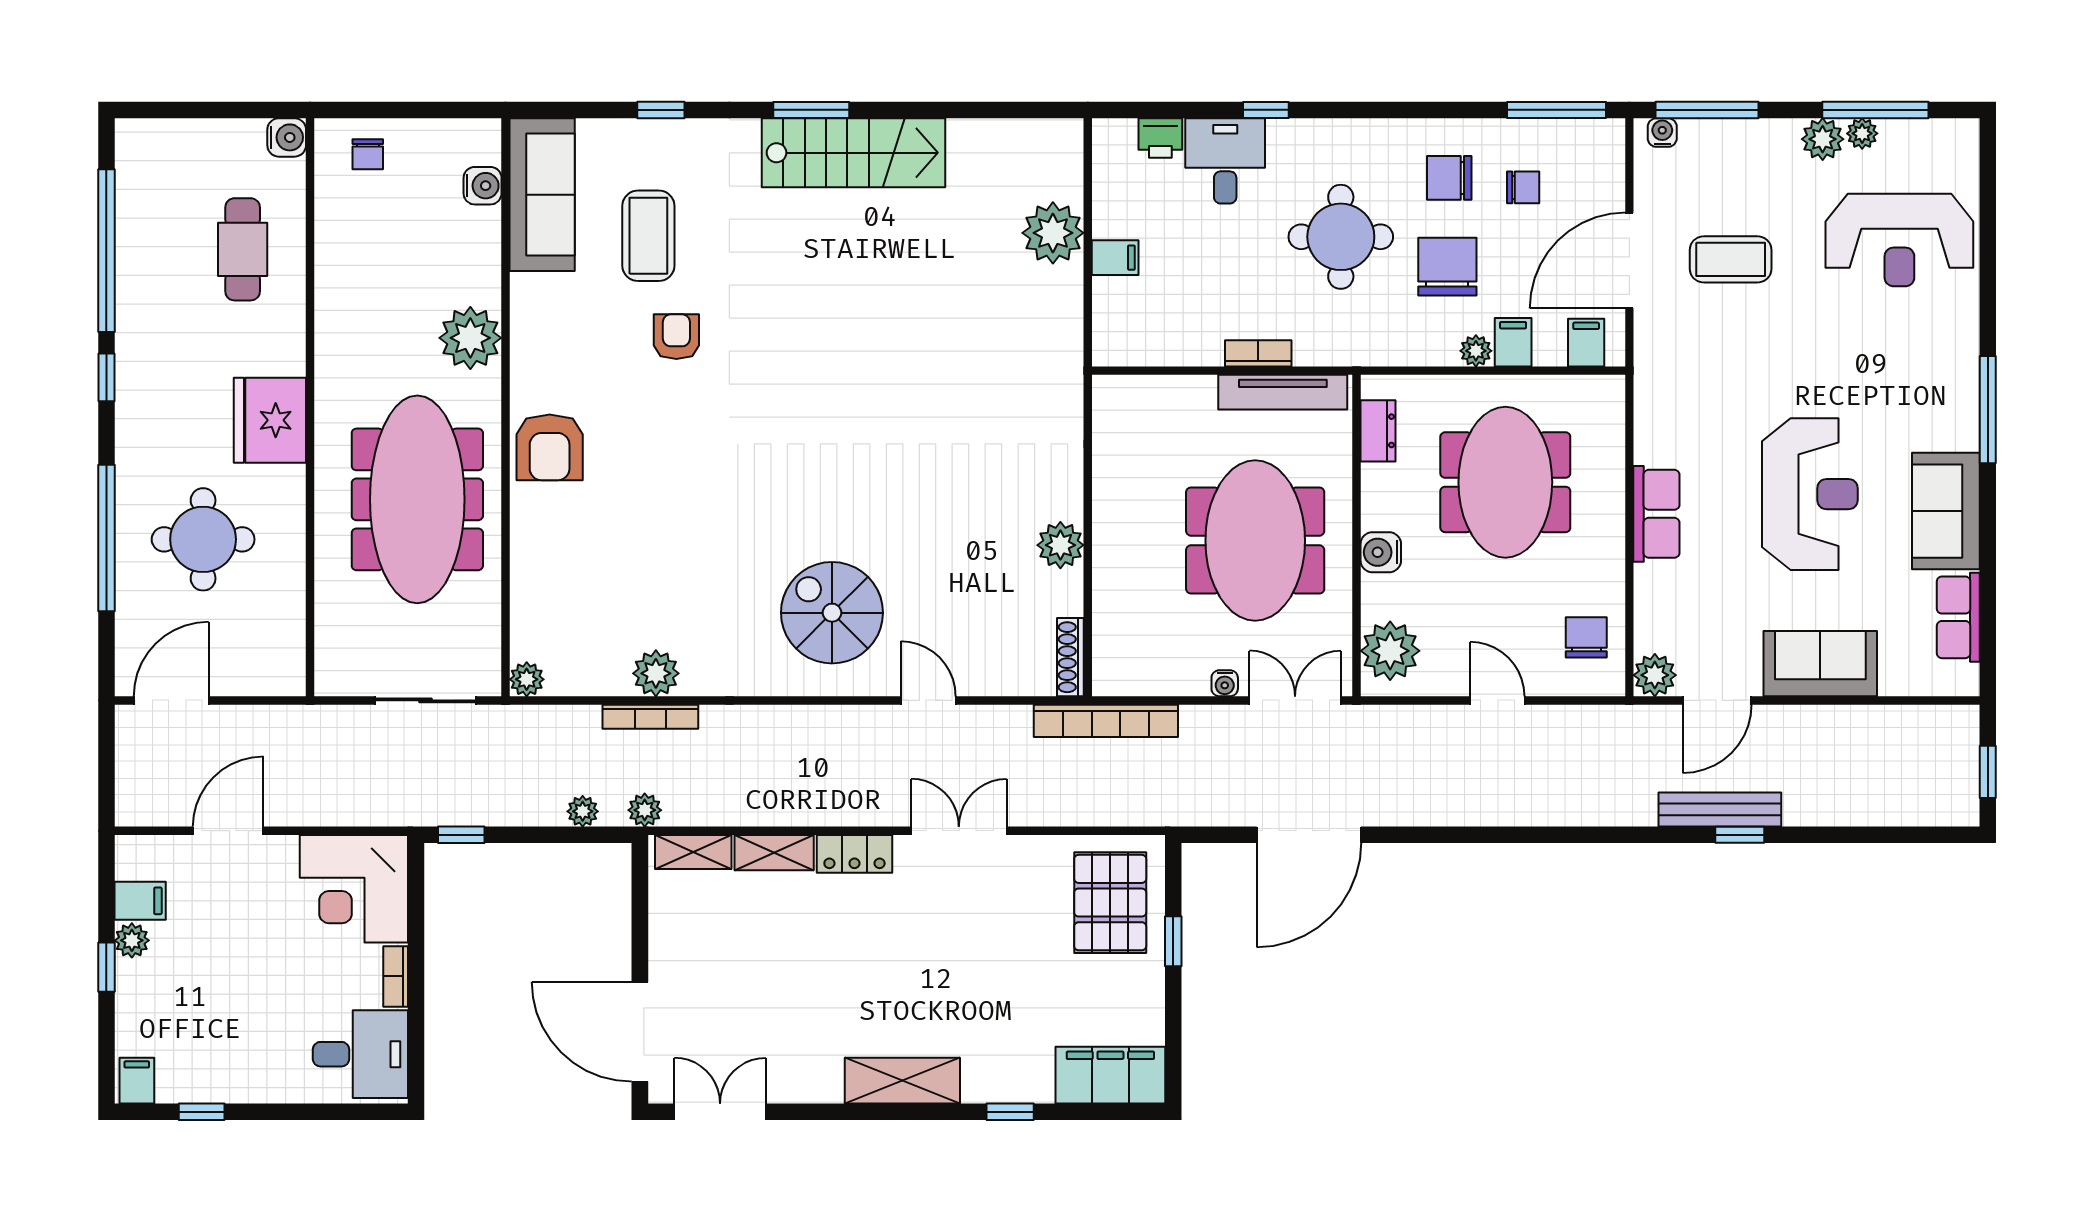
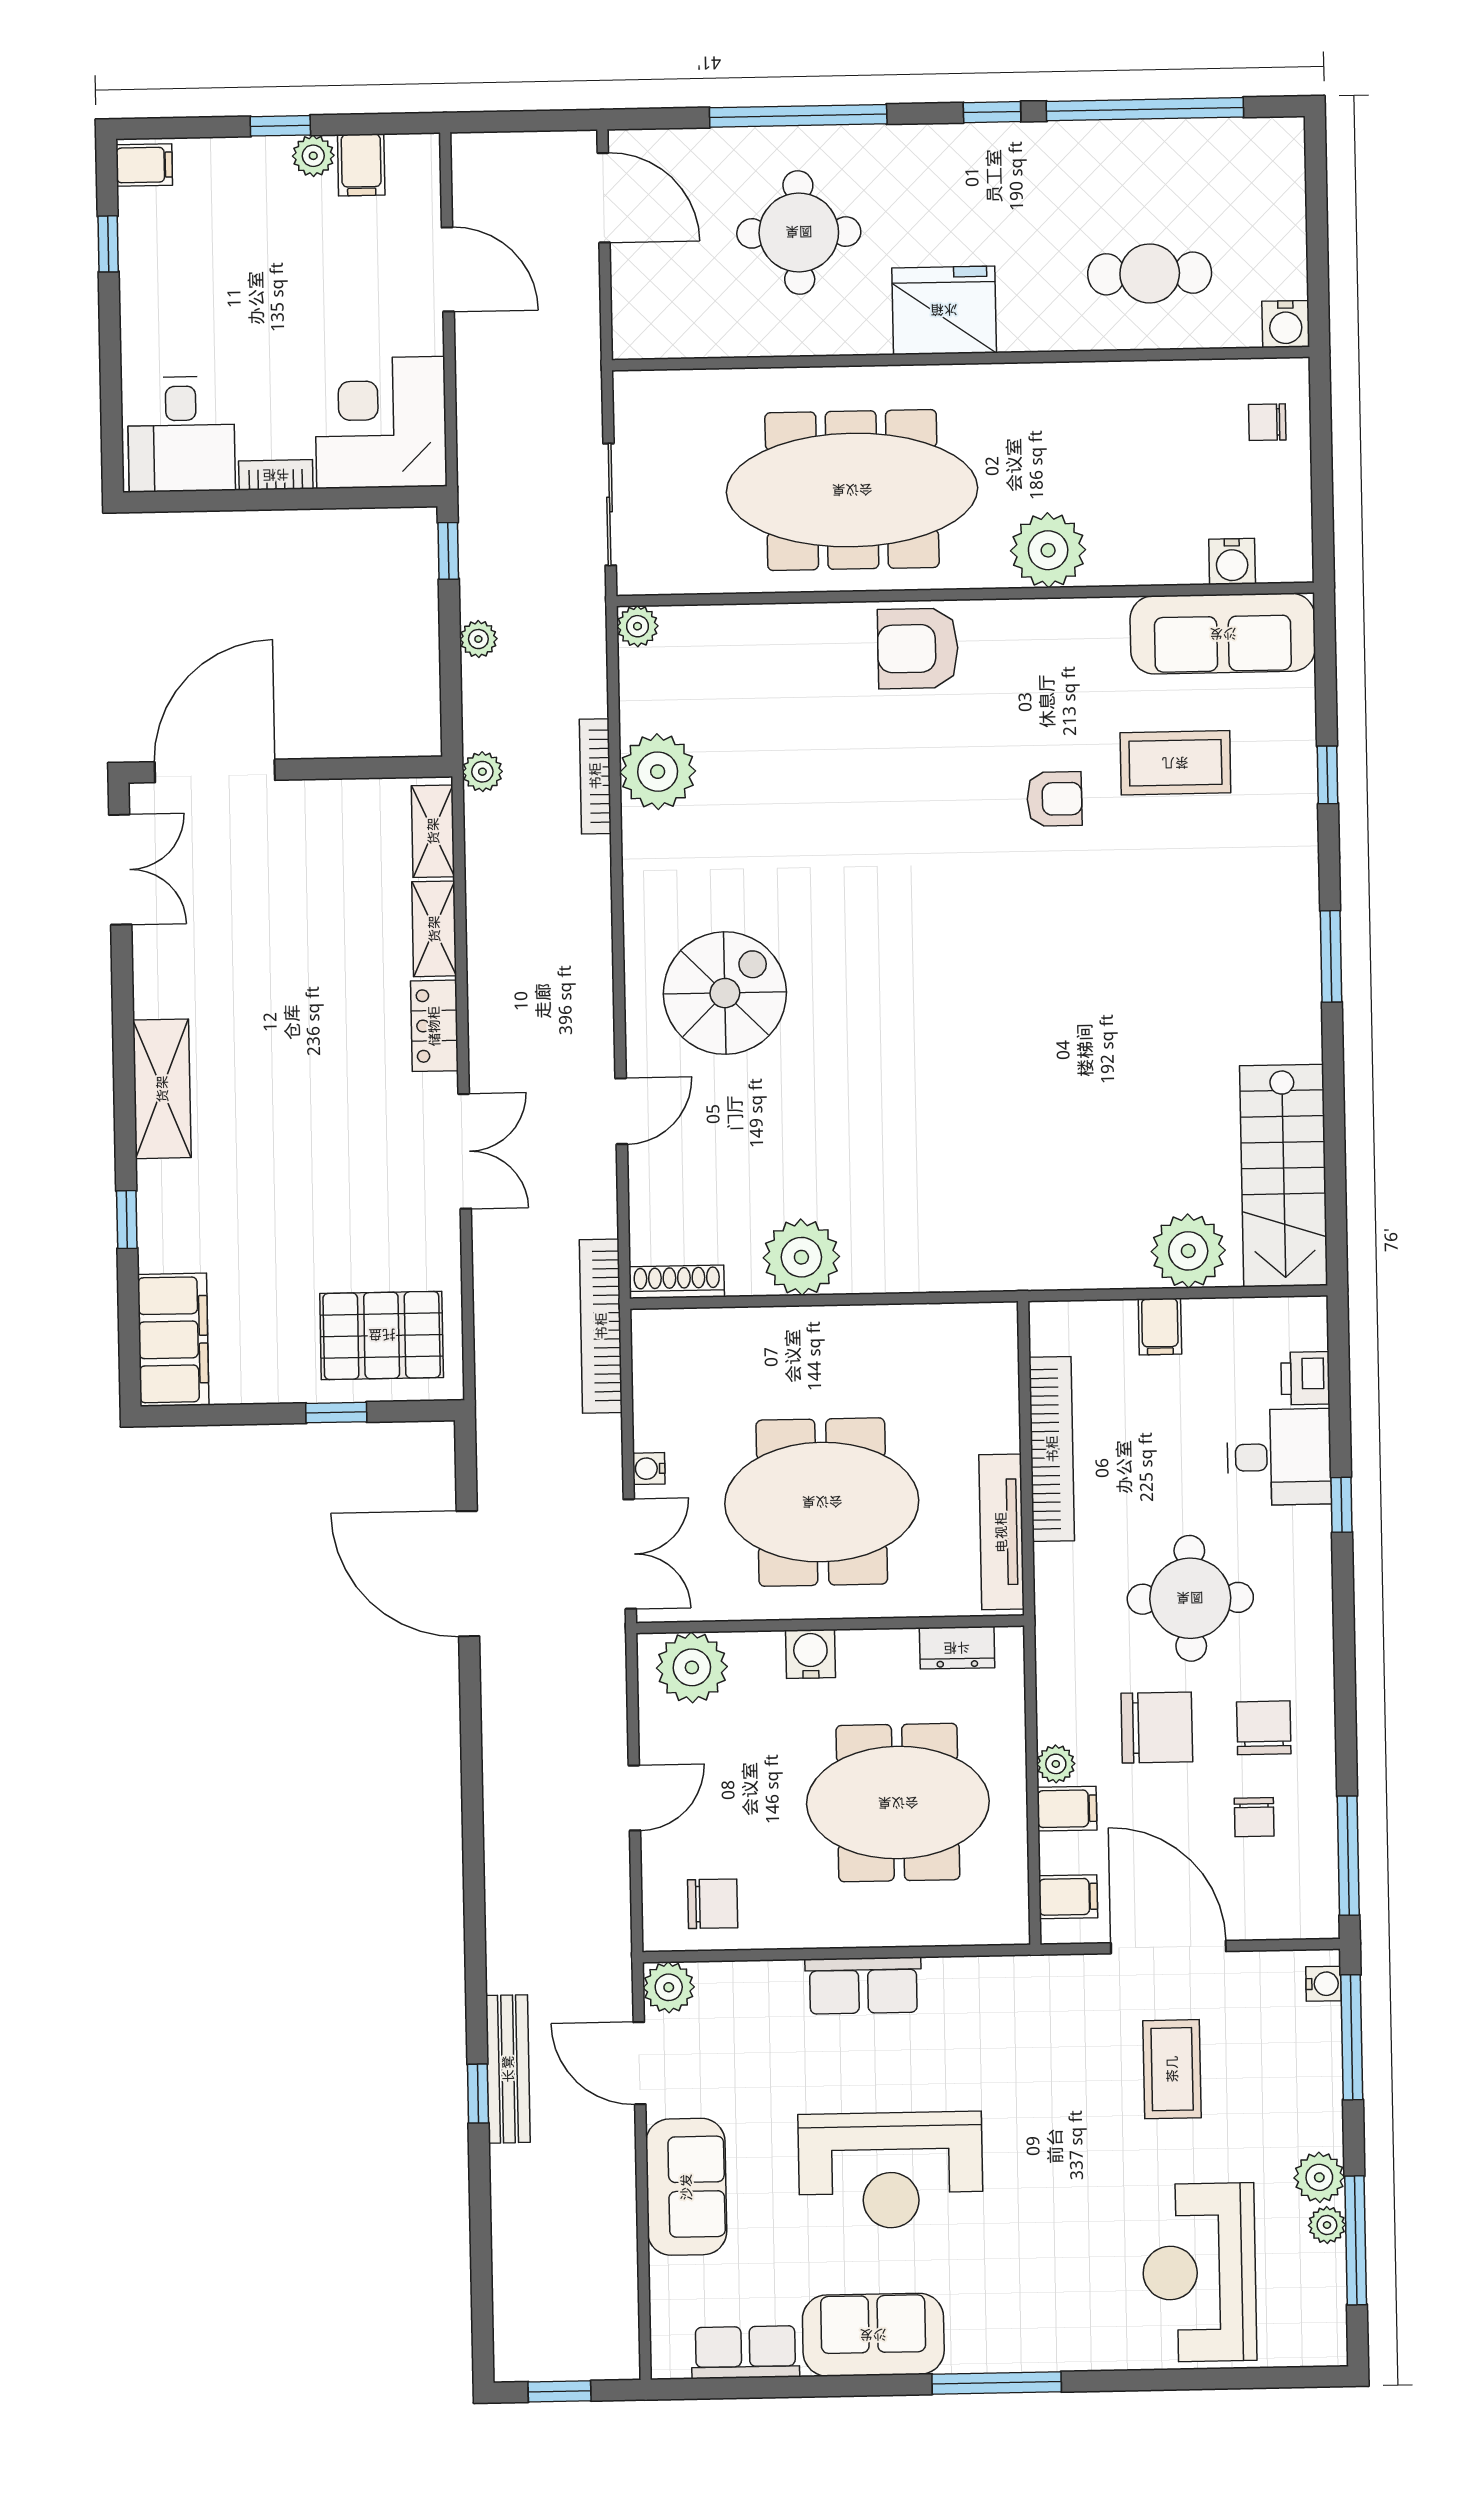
stairs: (854, 153) -> (1284, 1176), moved
bookcase: (1258, 353) -> (1052, 1449), width x2.31, depth x1.31
plant: (1060, 545) -> (801, 1257), width x1.36, depth x1.36
plant: (656, 673) -> (658, 772), width x1.36, depth x1.36
plant: (583, 811) -> (478, 639), moved

